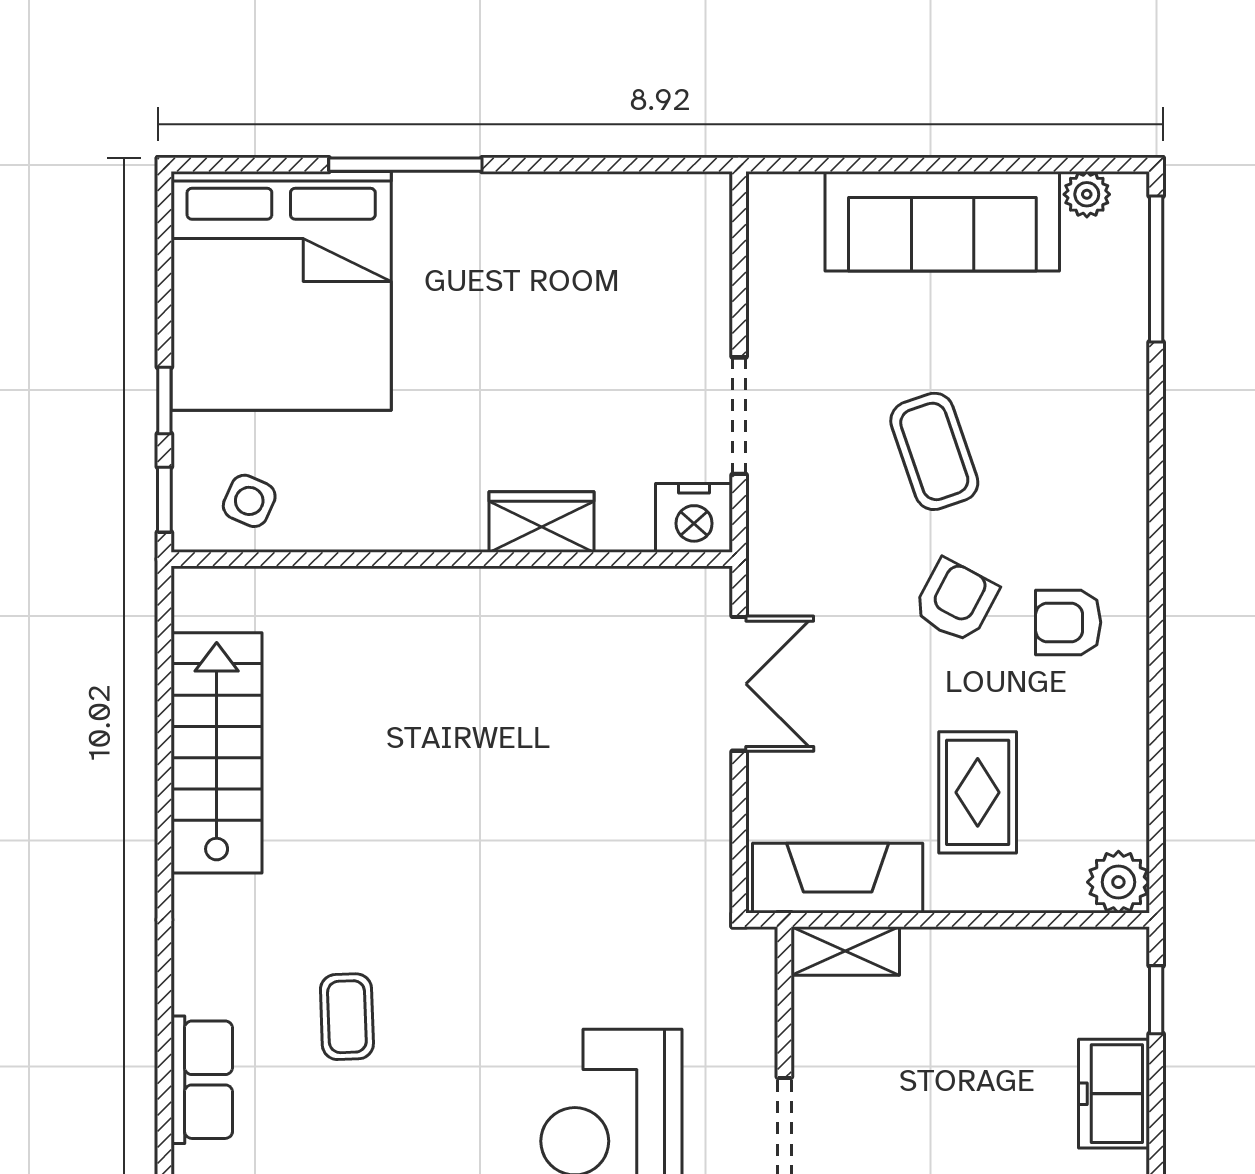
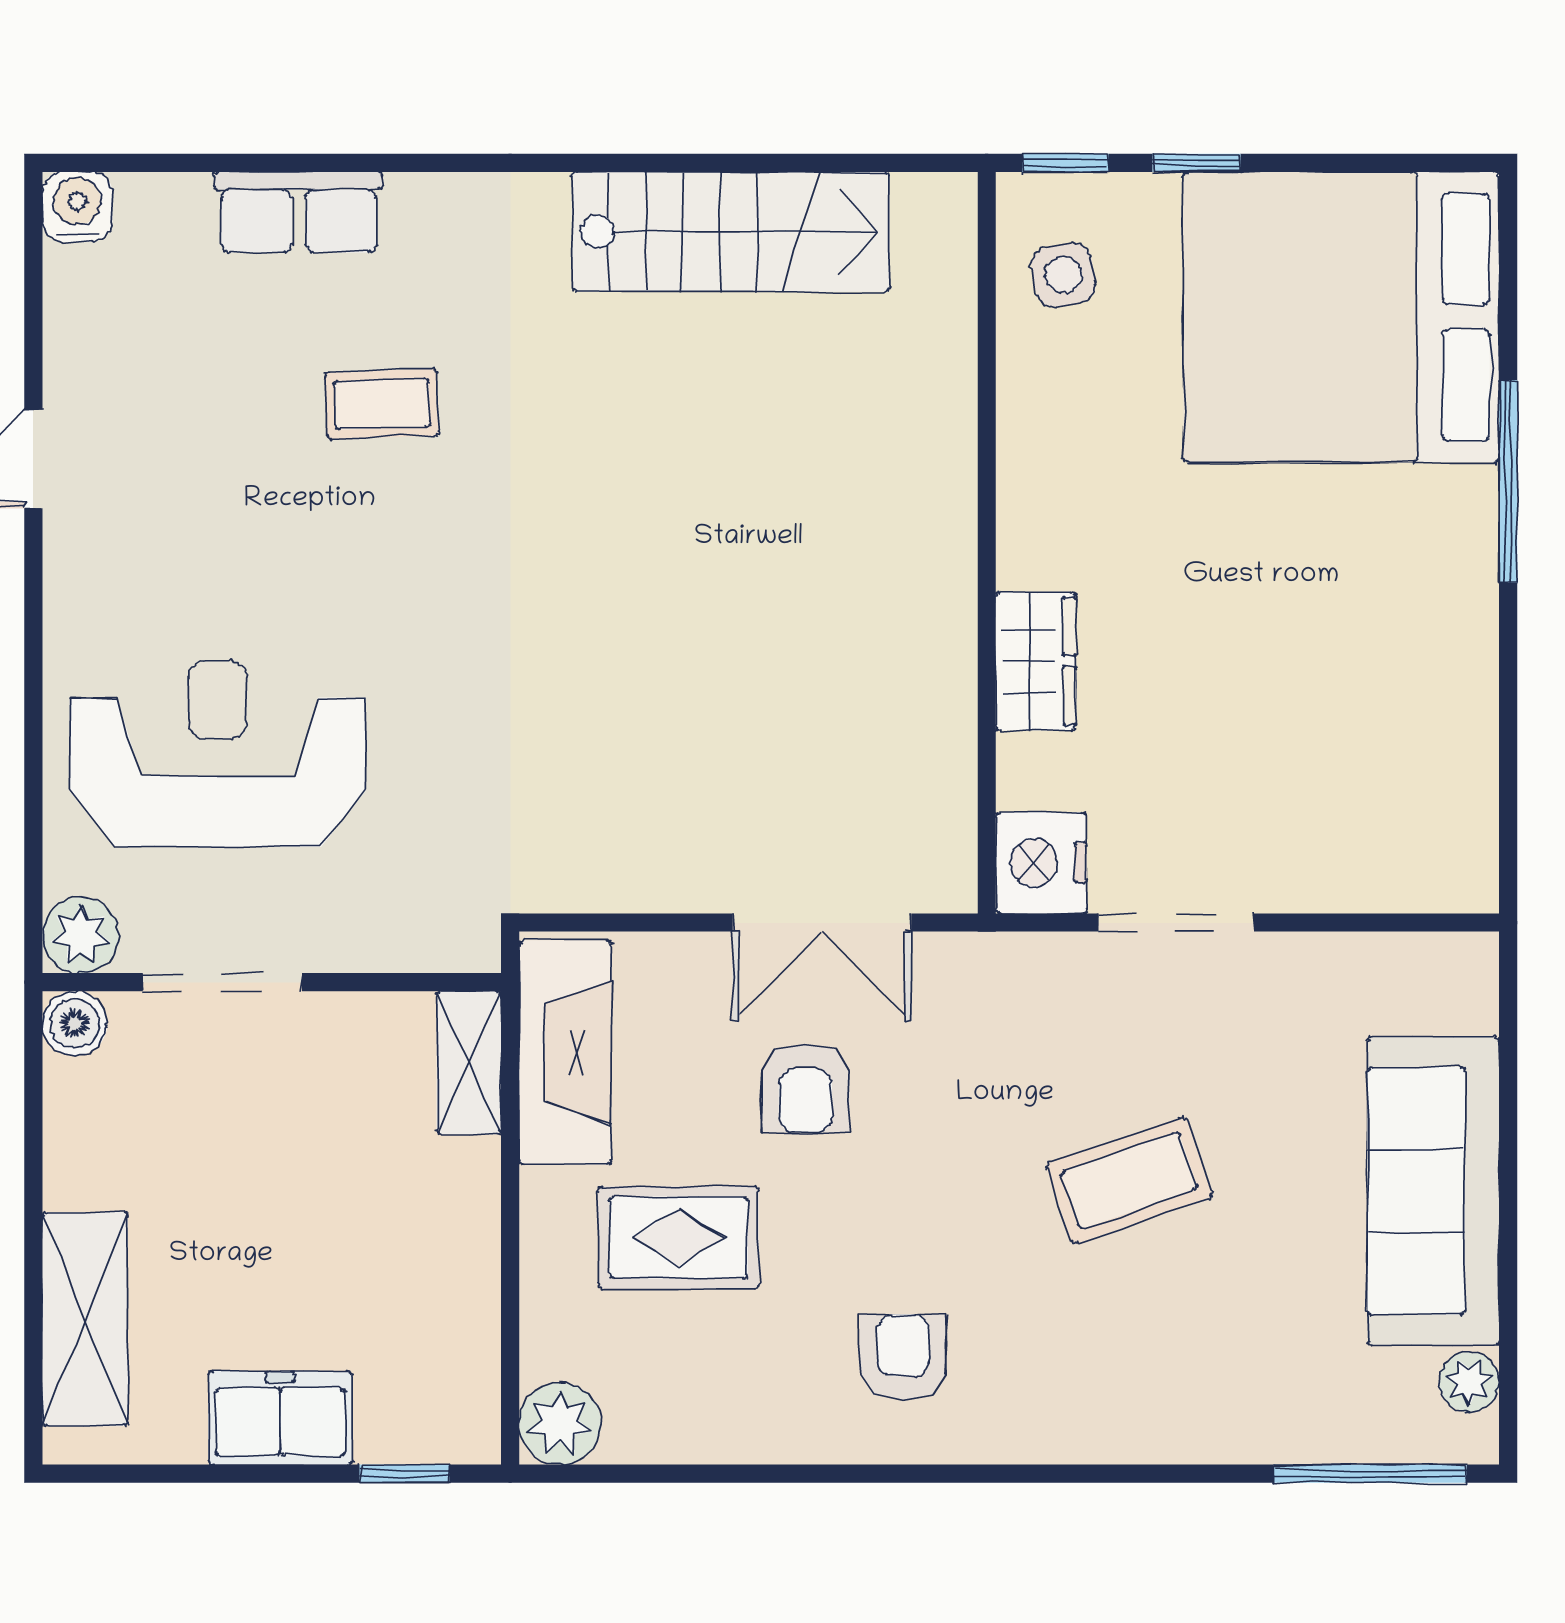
side table: (249, 501) -> (1064, 275), turned -34
armchair: (956, 601) -> (805, 1088), moved, turned 62

